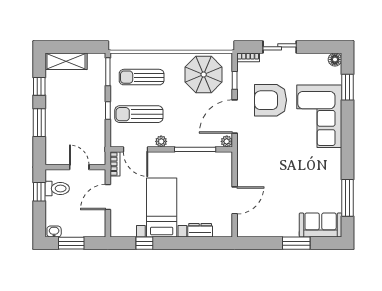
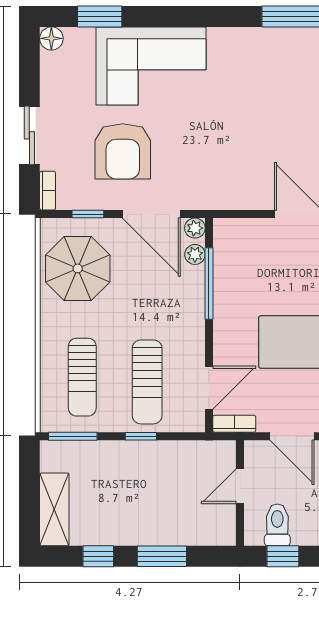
plant: (161, 141) -> (195, 254), moved

